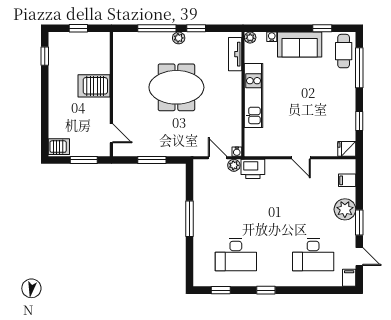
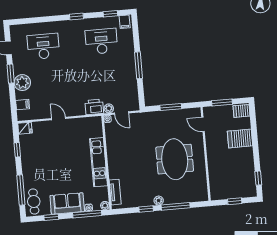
window: (274, 28) -> (87, 214), added
server rack: (94, 86) -> (240, 139), moved, turned 180
meeting table: (176, 87) -> (175, 159), moved, turned 90
filing cabinet: (349, 278) -> (125, 22), moved

